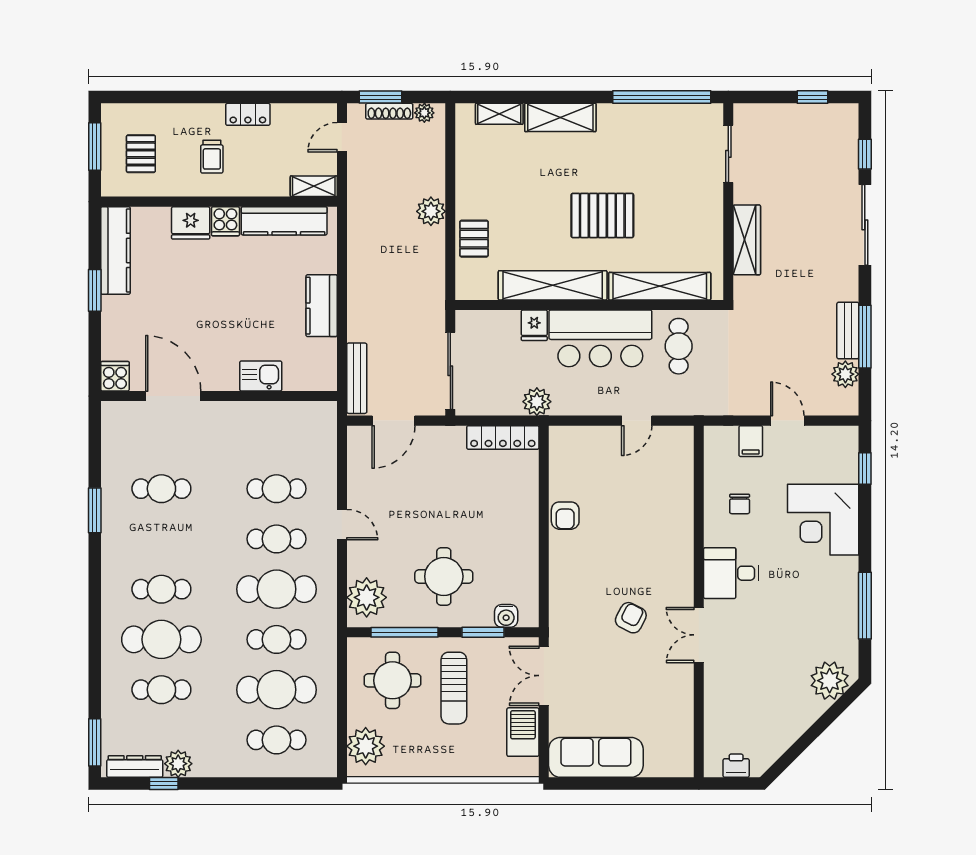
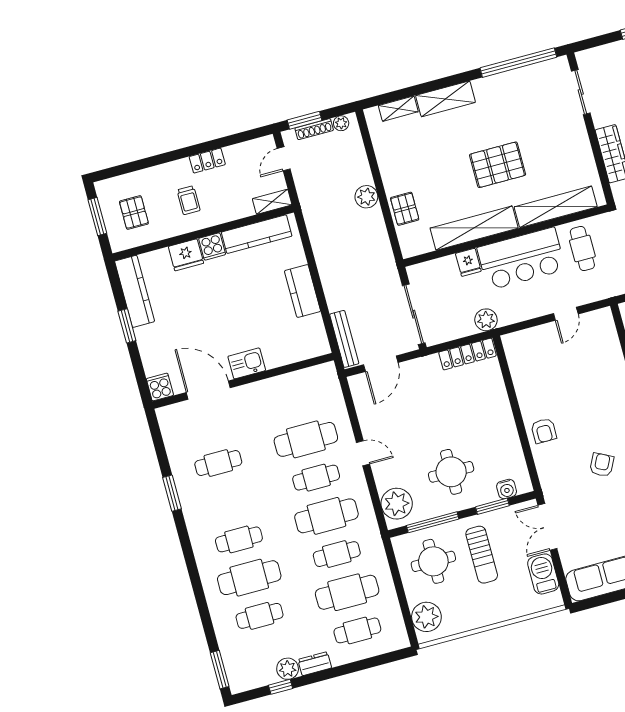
kitchen sink: (261, 376) -> (247, 363), moved
cafe table: (277, 489) -> (306, 439), width x1.37, depth x1.35
armchair: (565, 516) -> (544, 431), moved
dresser: (135, 766) -> (315, 664), moved, width x0.70

